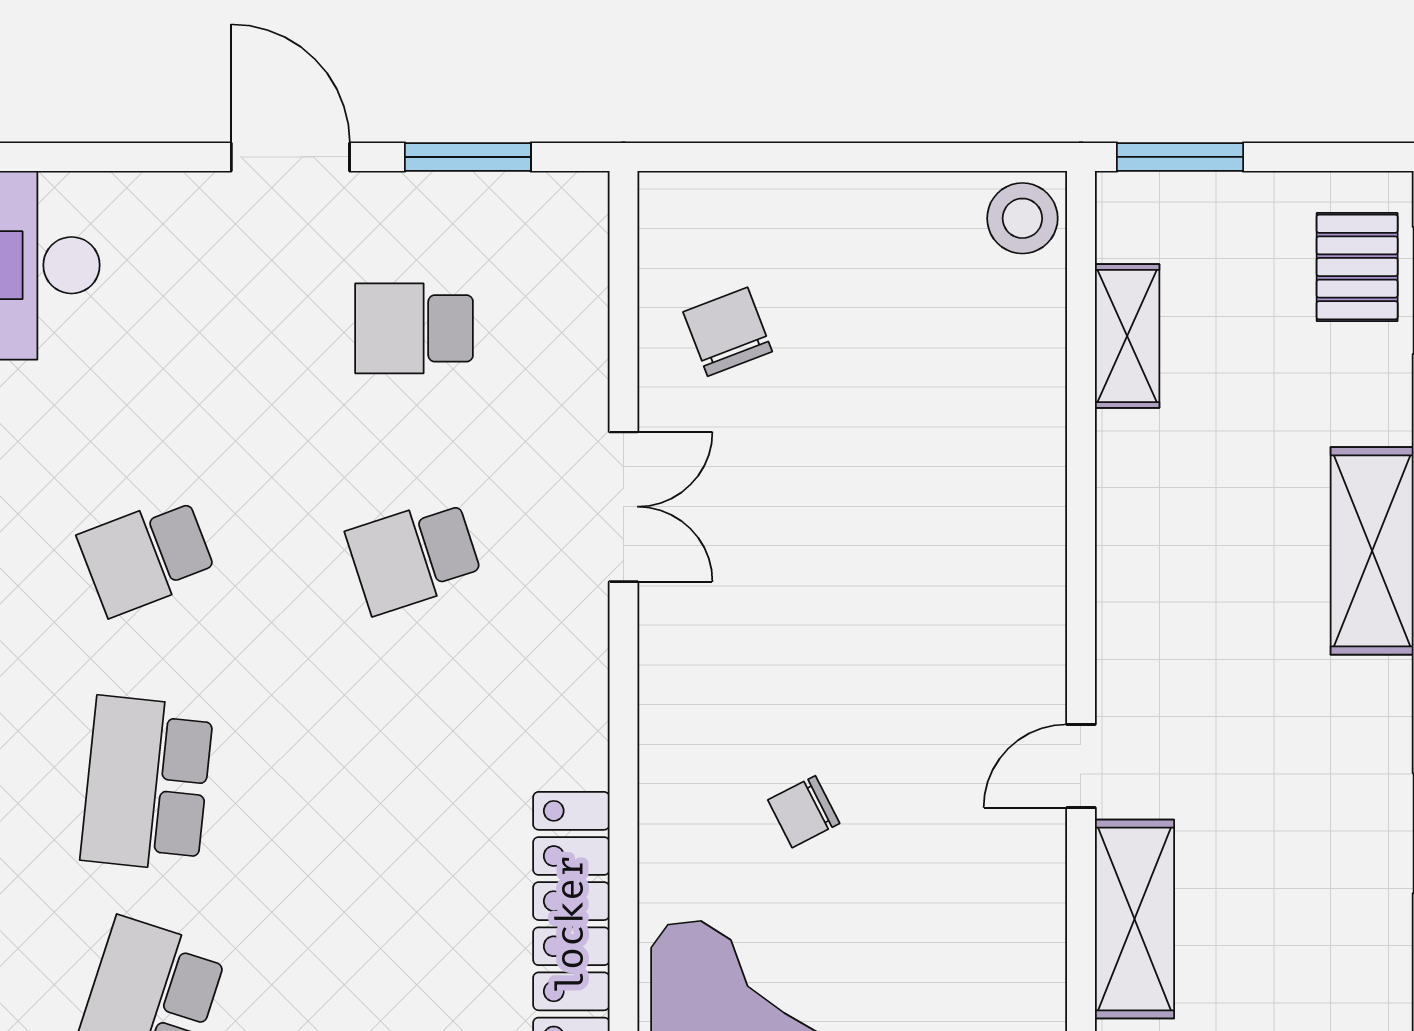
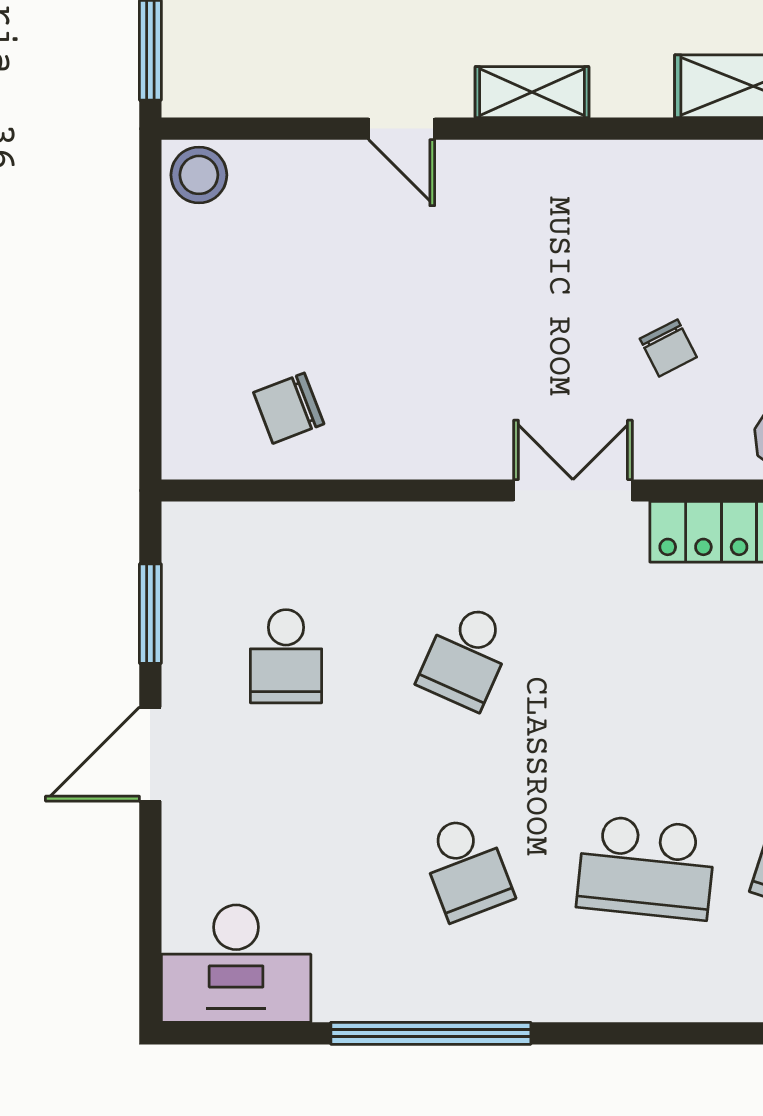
shelving: (1127, 336) -> (532, 92), moved
double door: (624, 507) -> (573, 491), moved
school desk: (414, 556) -> (466, 656), turned 42
door: (1081, 766) -> (402, 129), moved

